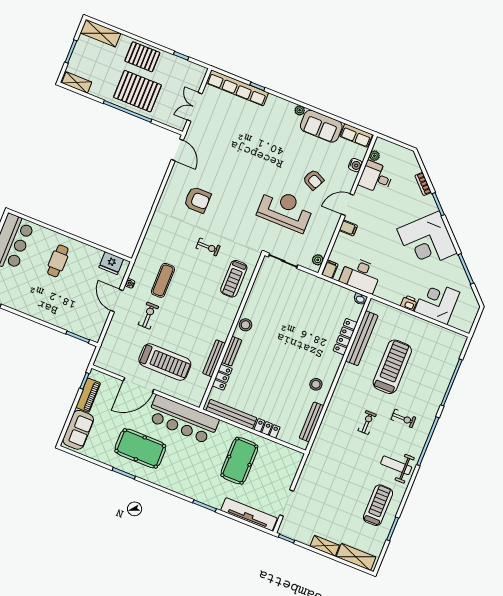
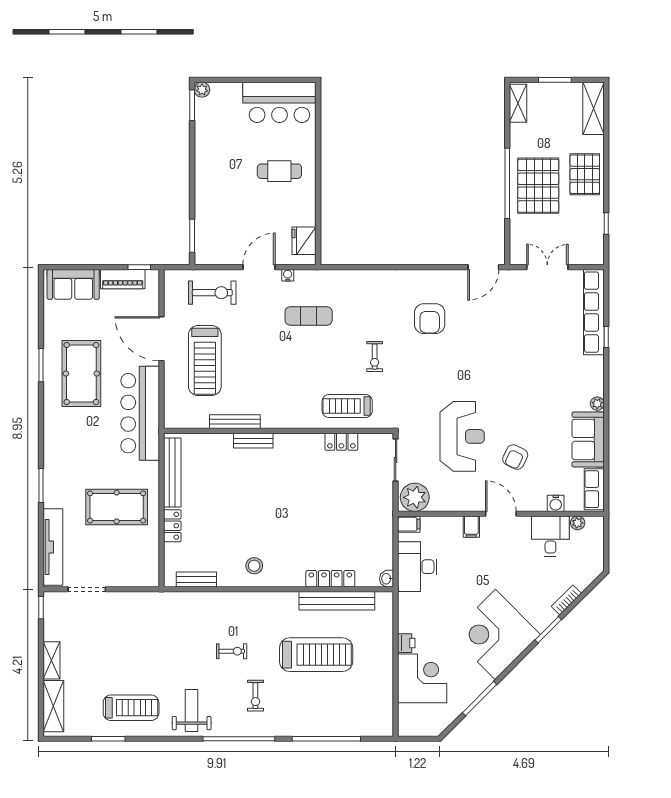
plant: (318, 260) -> (415, 497), width x1.87, depth x1.87
exercise bike: (148, 316) -> (212, 293), moved, width x1.38, depth x1.39
stool: (246, 325) -> (294, 445), removed
locker: (222, 377) -> (341, 442), moved
bench: (312, 422) -> (196, 580), width x0.73

